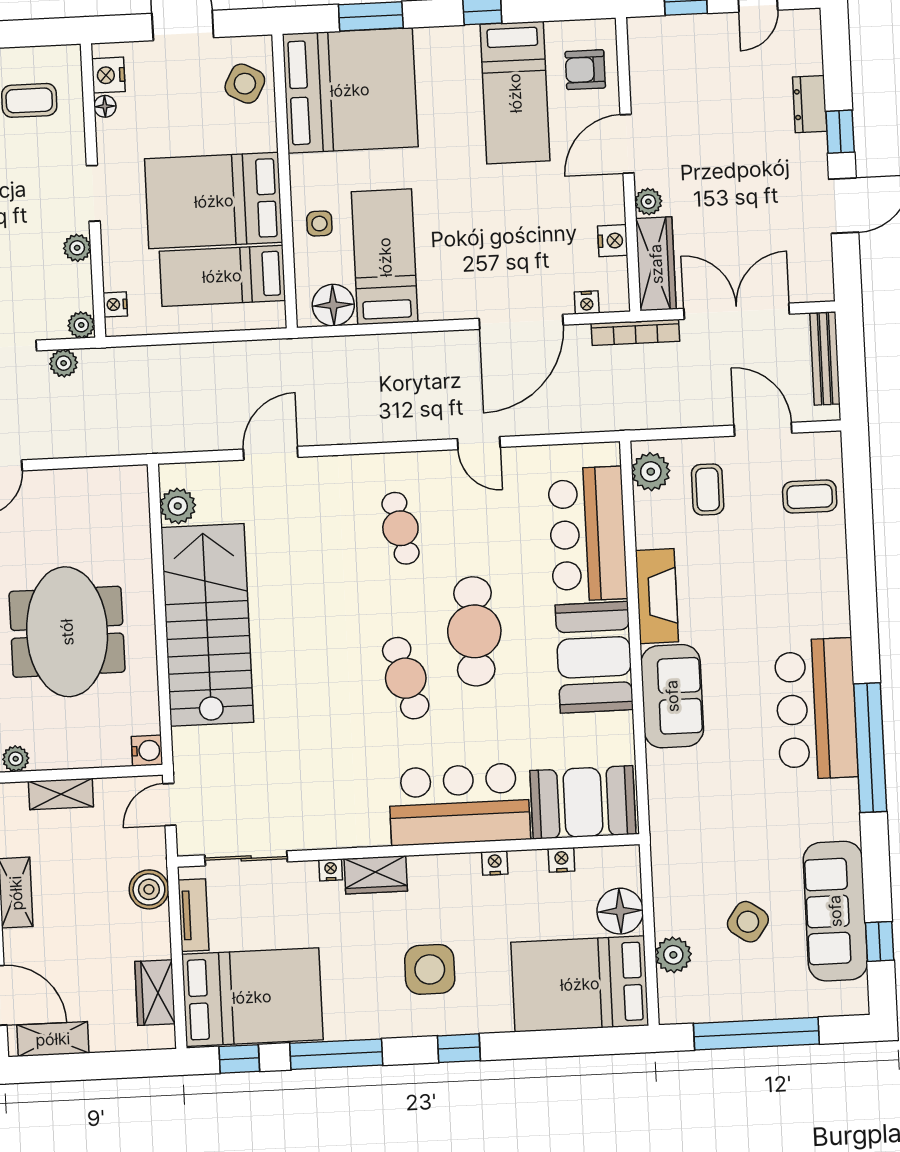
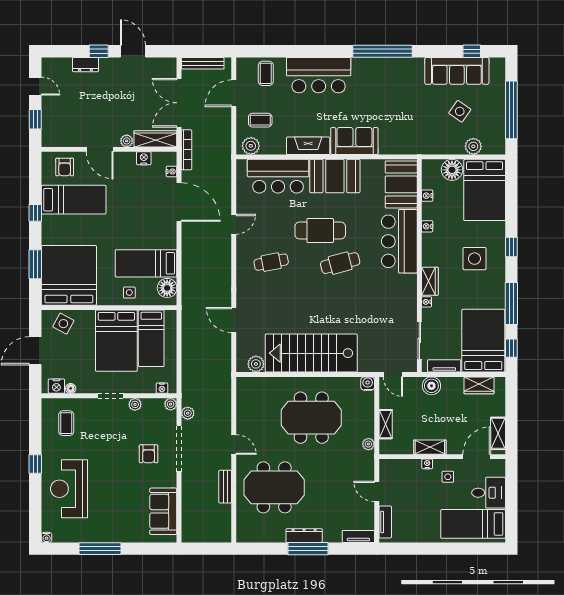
bar counter: (816, 709) -> (319, 75), moved

